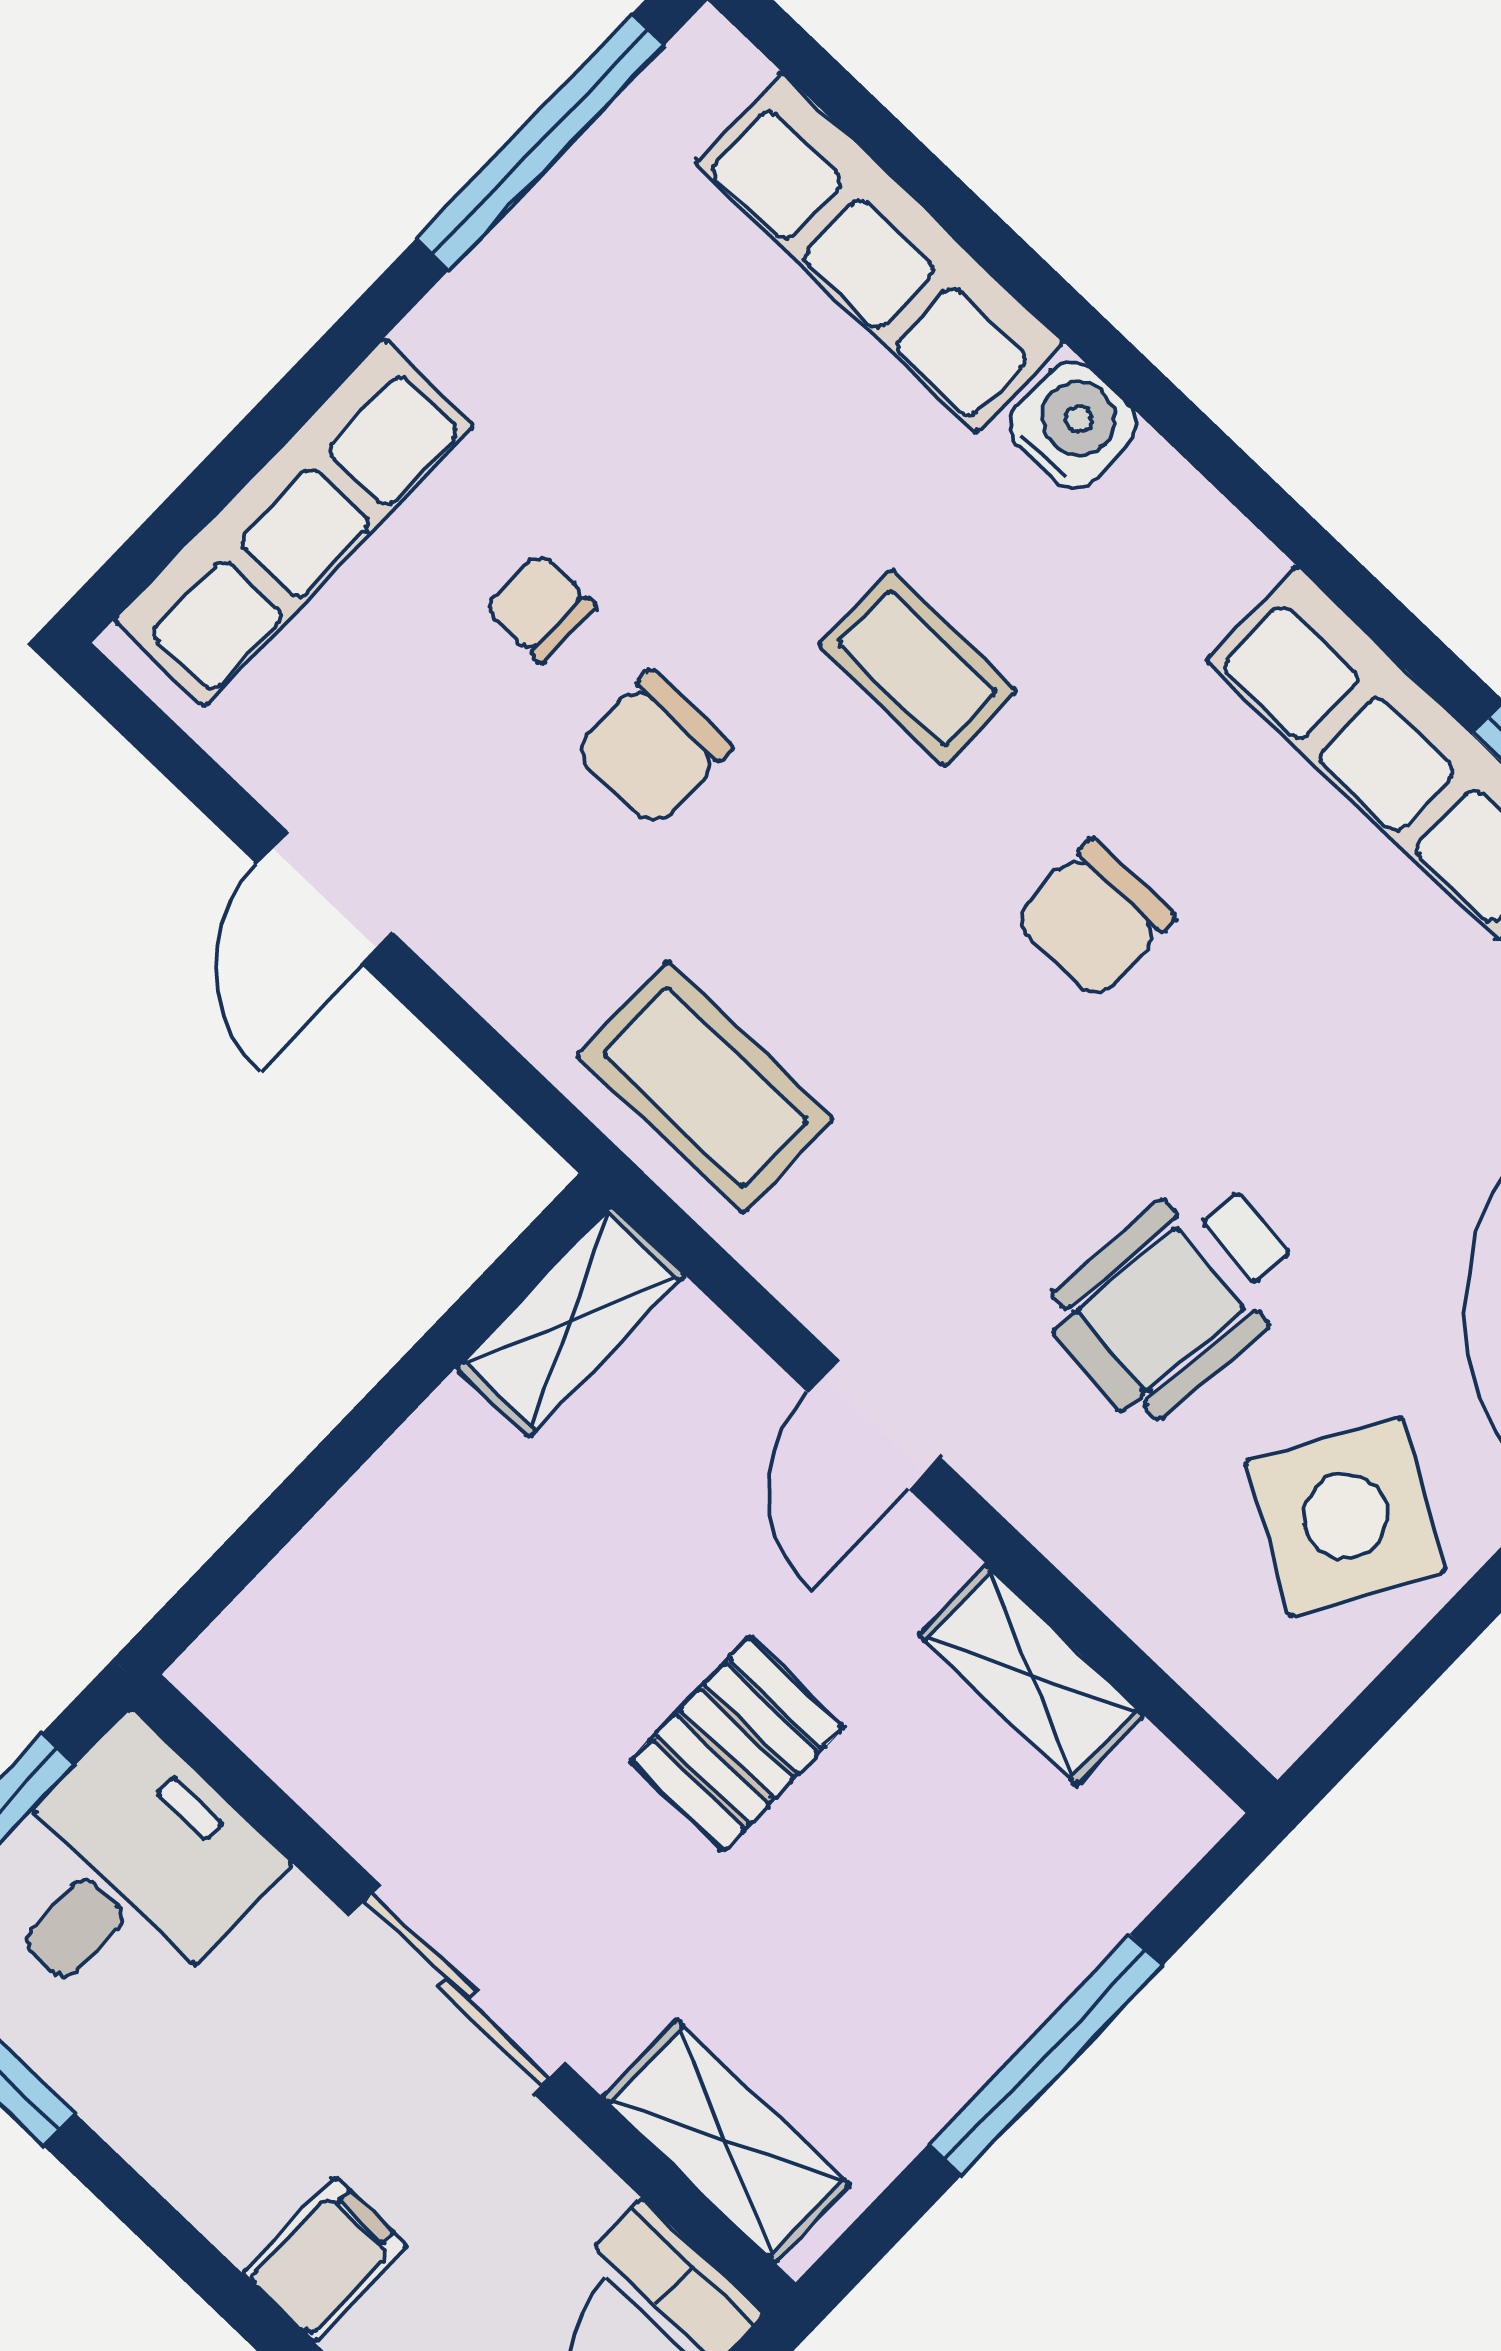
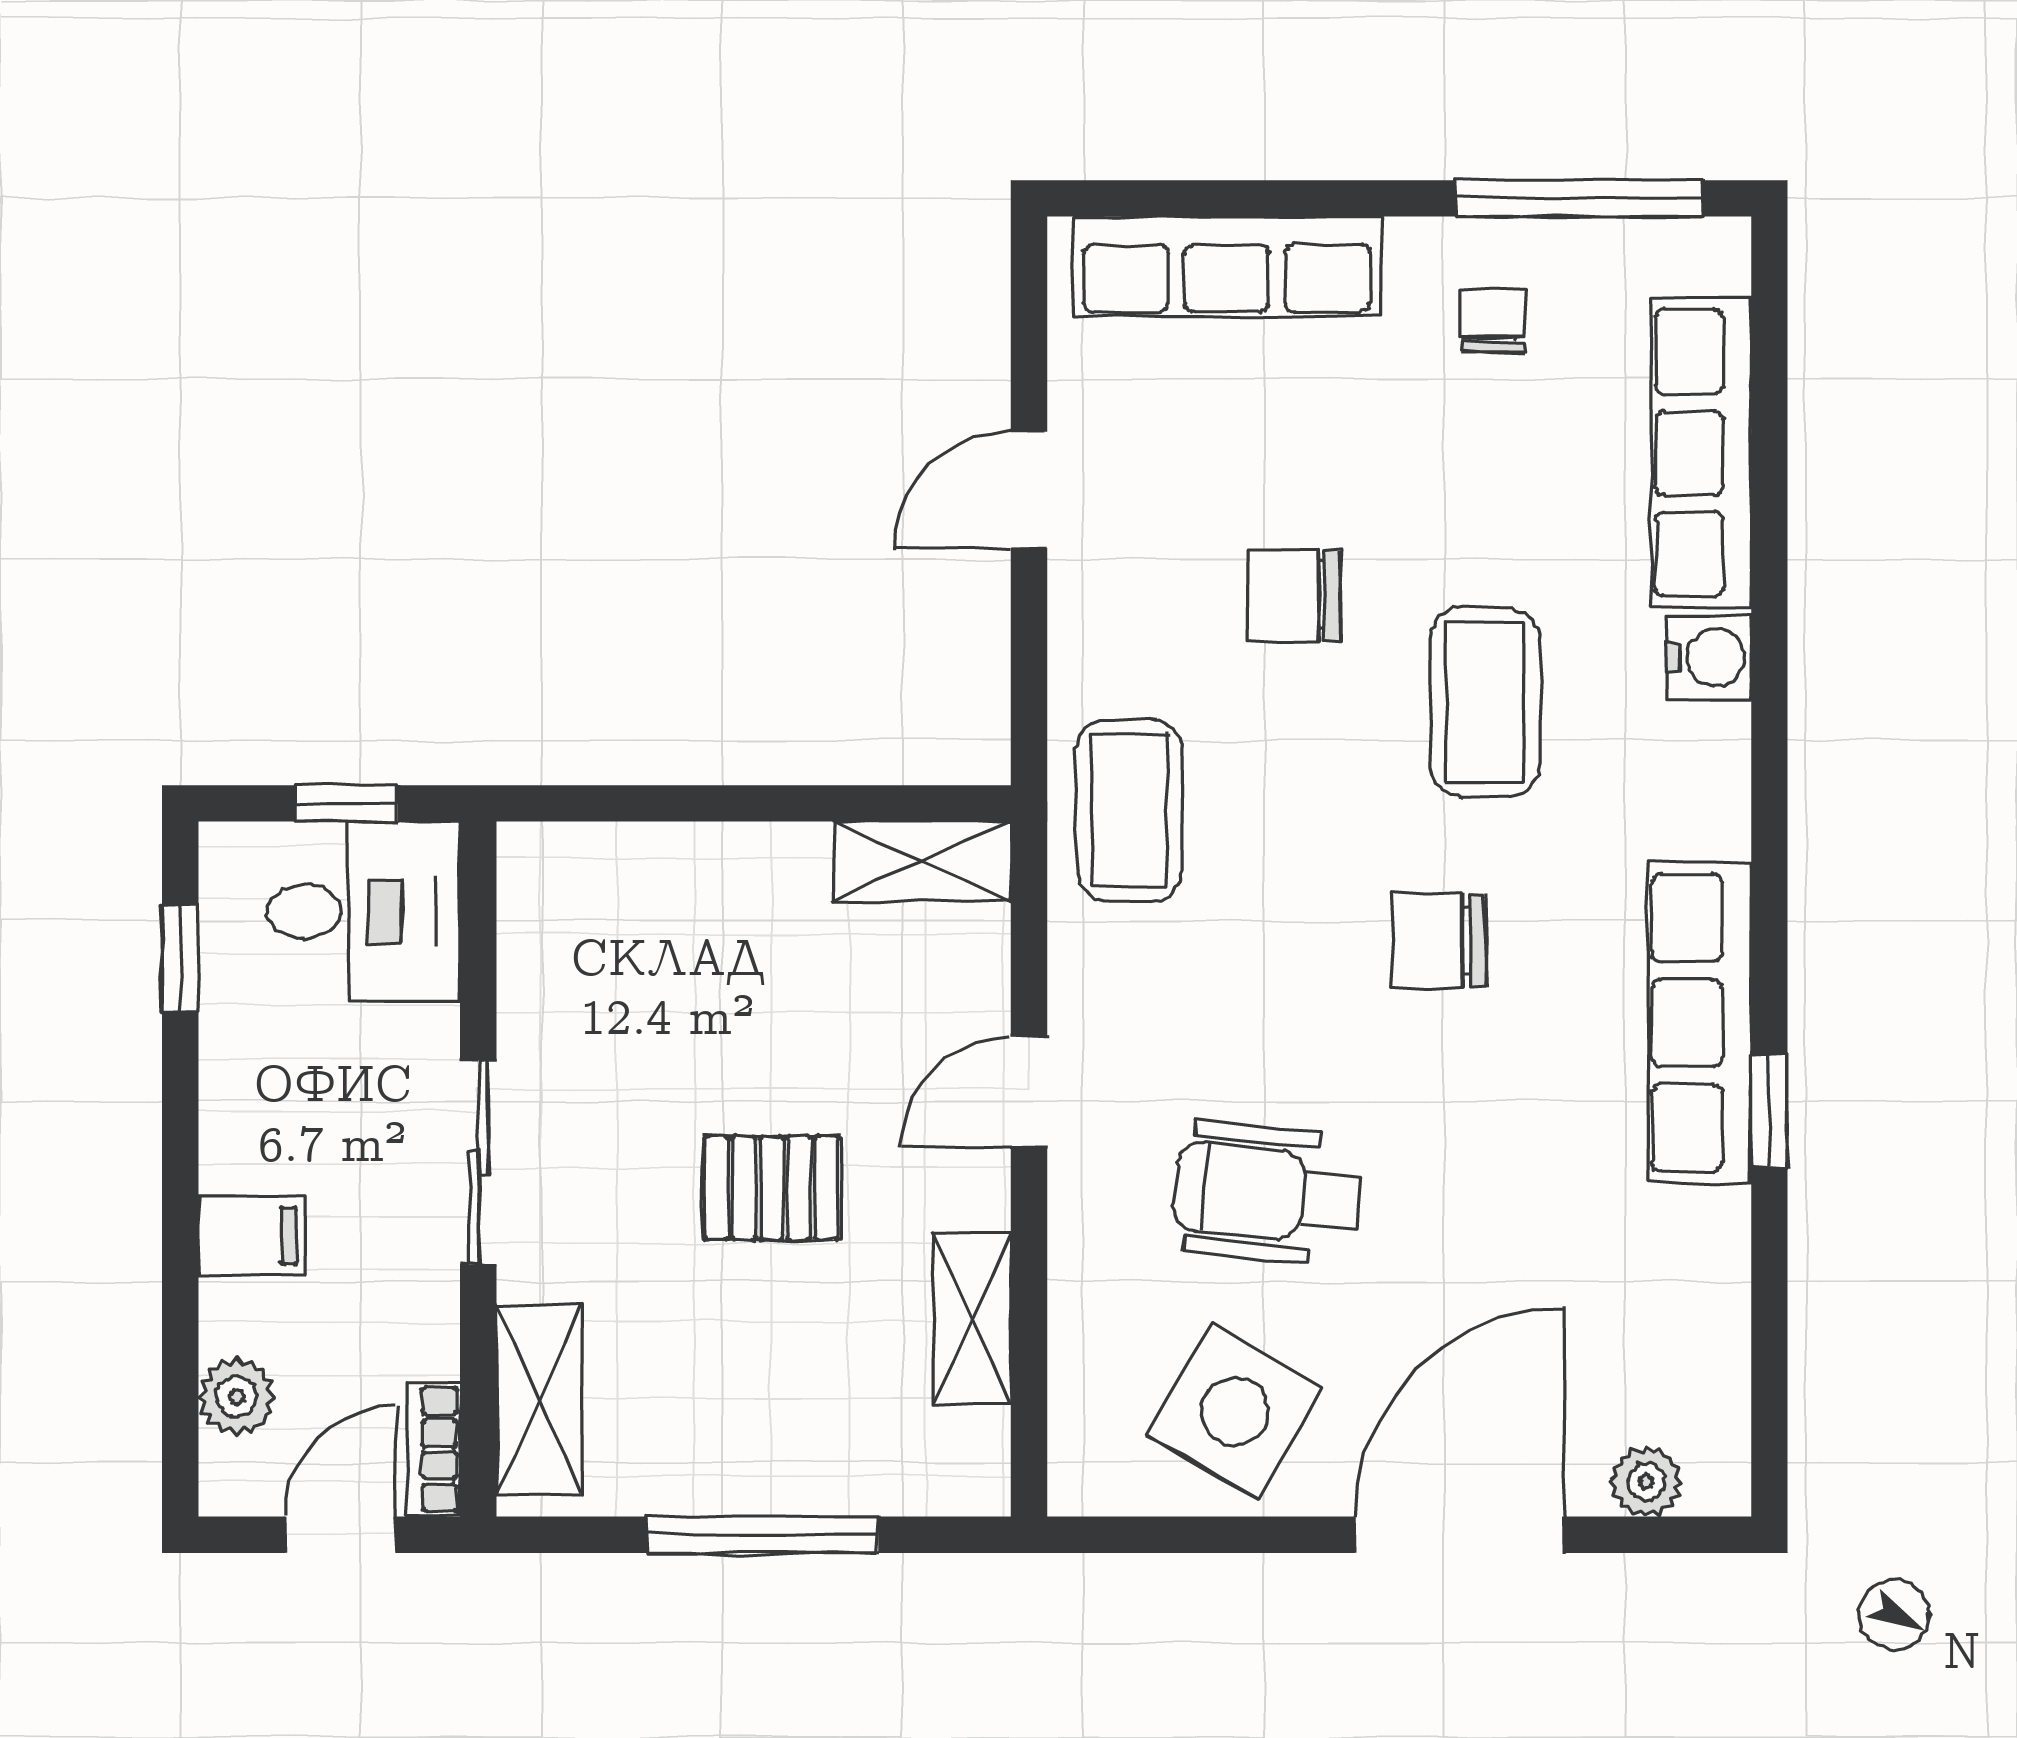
chair: (540, 608) -> (1493, 320), moved
coffee table: (917, 668) -> (1485, 702), width x1.36, depth x1.30

